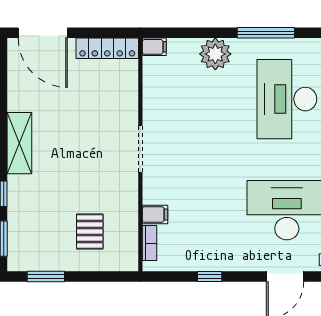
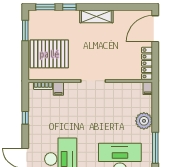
pallet: (90, 232) -> (49, 54), width x2.05, depth x2.00

